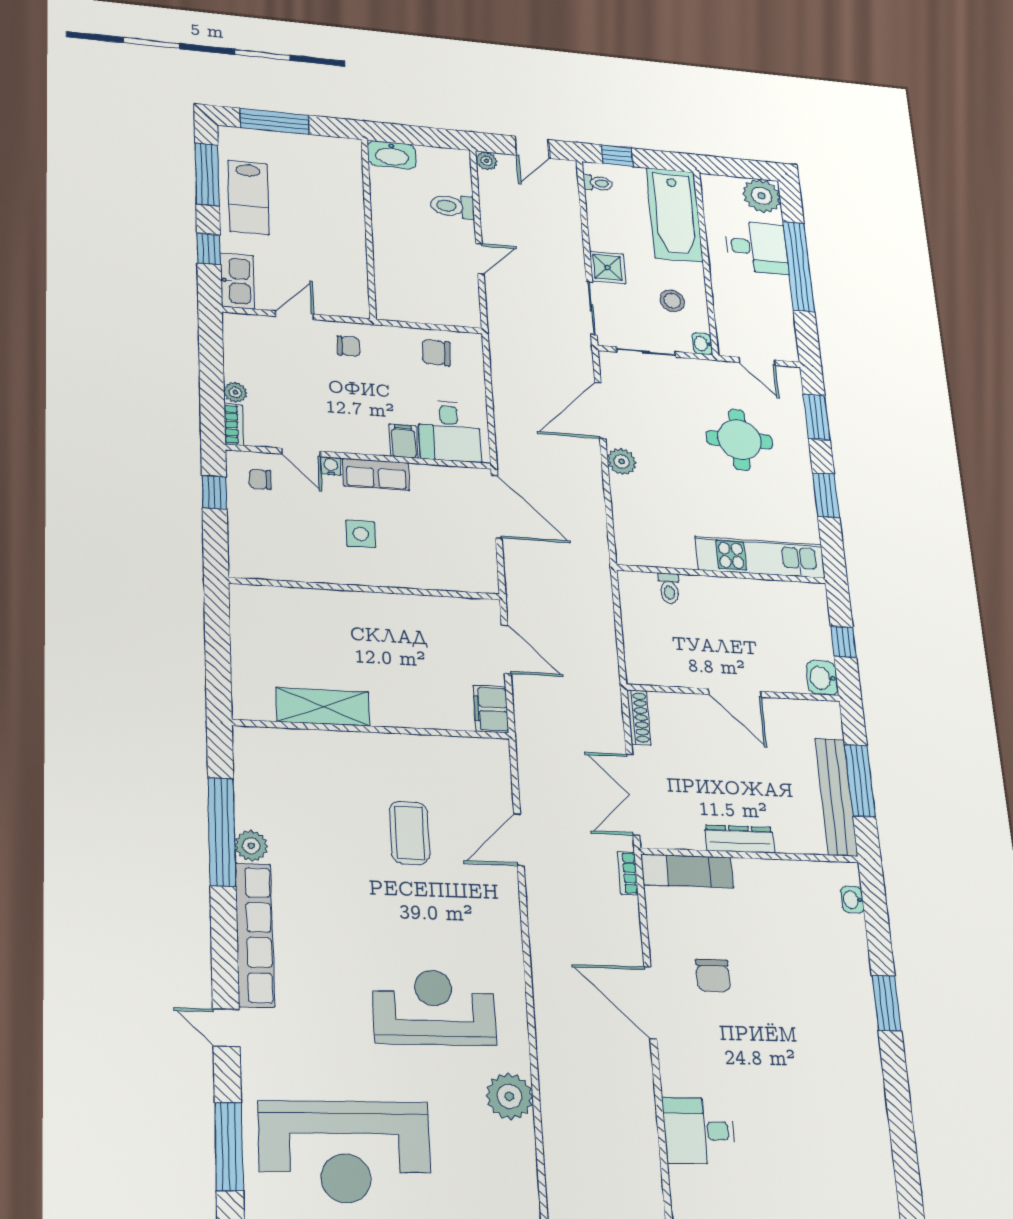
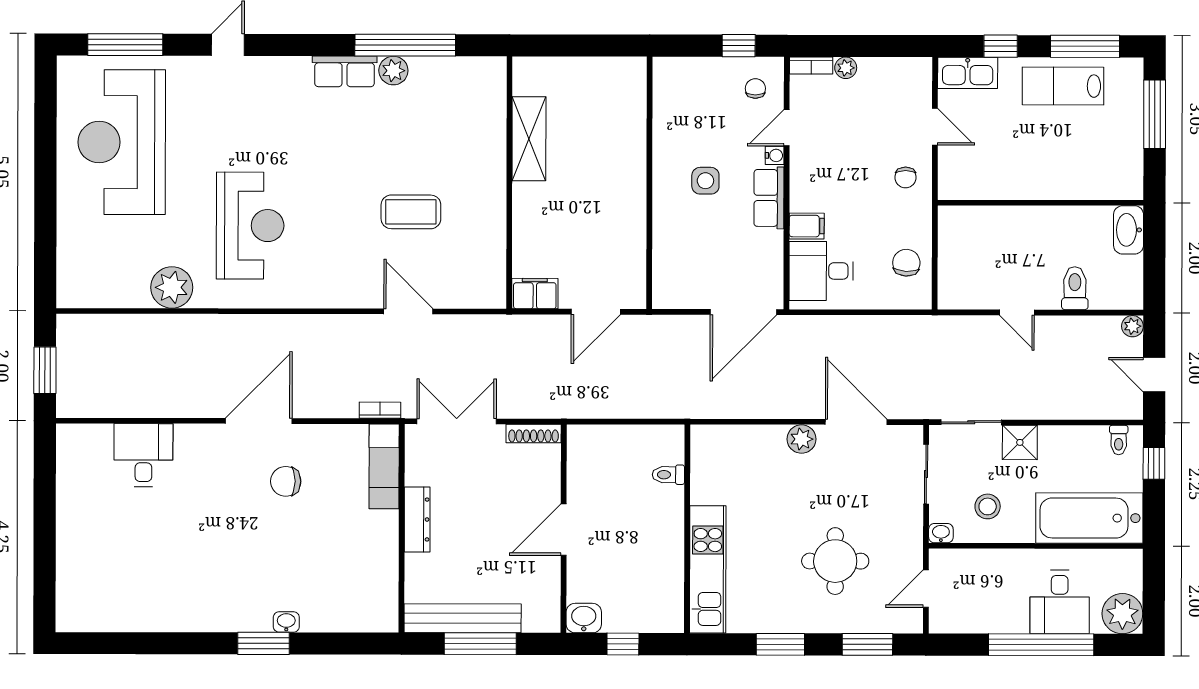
washbasin: (852, 900) -> (286, 622), moved
row of seats: (255, 935) -> (345, 71), width x0.50

